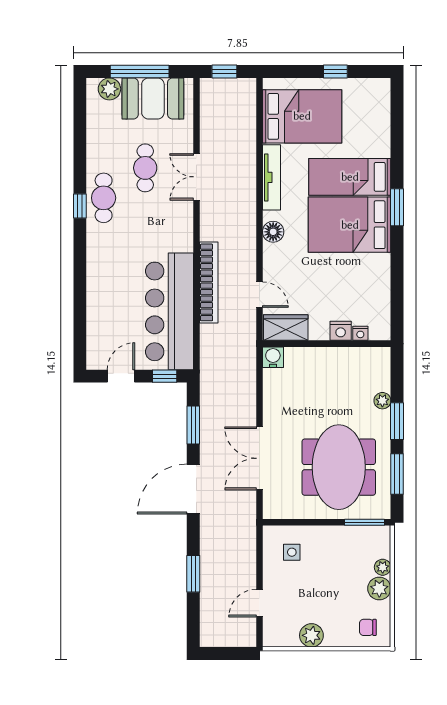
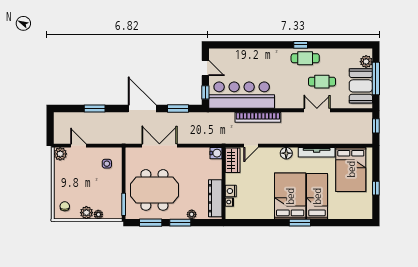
dresser: (354, 359) -> (215, 198), added
plant: (311, 635) -> (60, 154), moved

